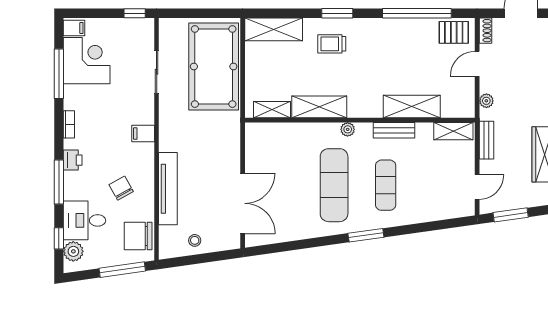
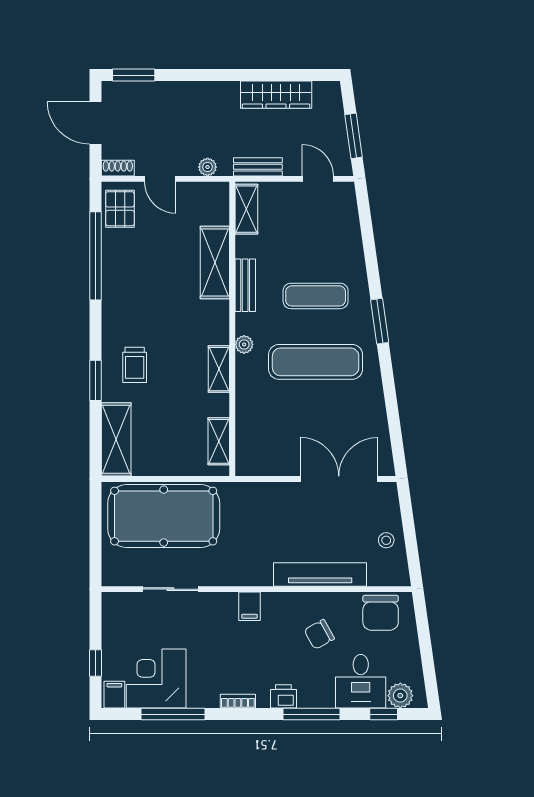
window: (135, 13) -> (96, 663), moved
window: (337, 13) -> (96, 380), moved
shelving: (319, 107) -> (219, 369), width x0.67, depth x0.75
window: (122, 270) -> (424, 633), removed

